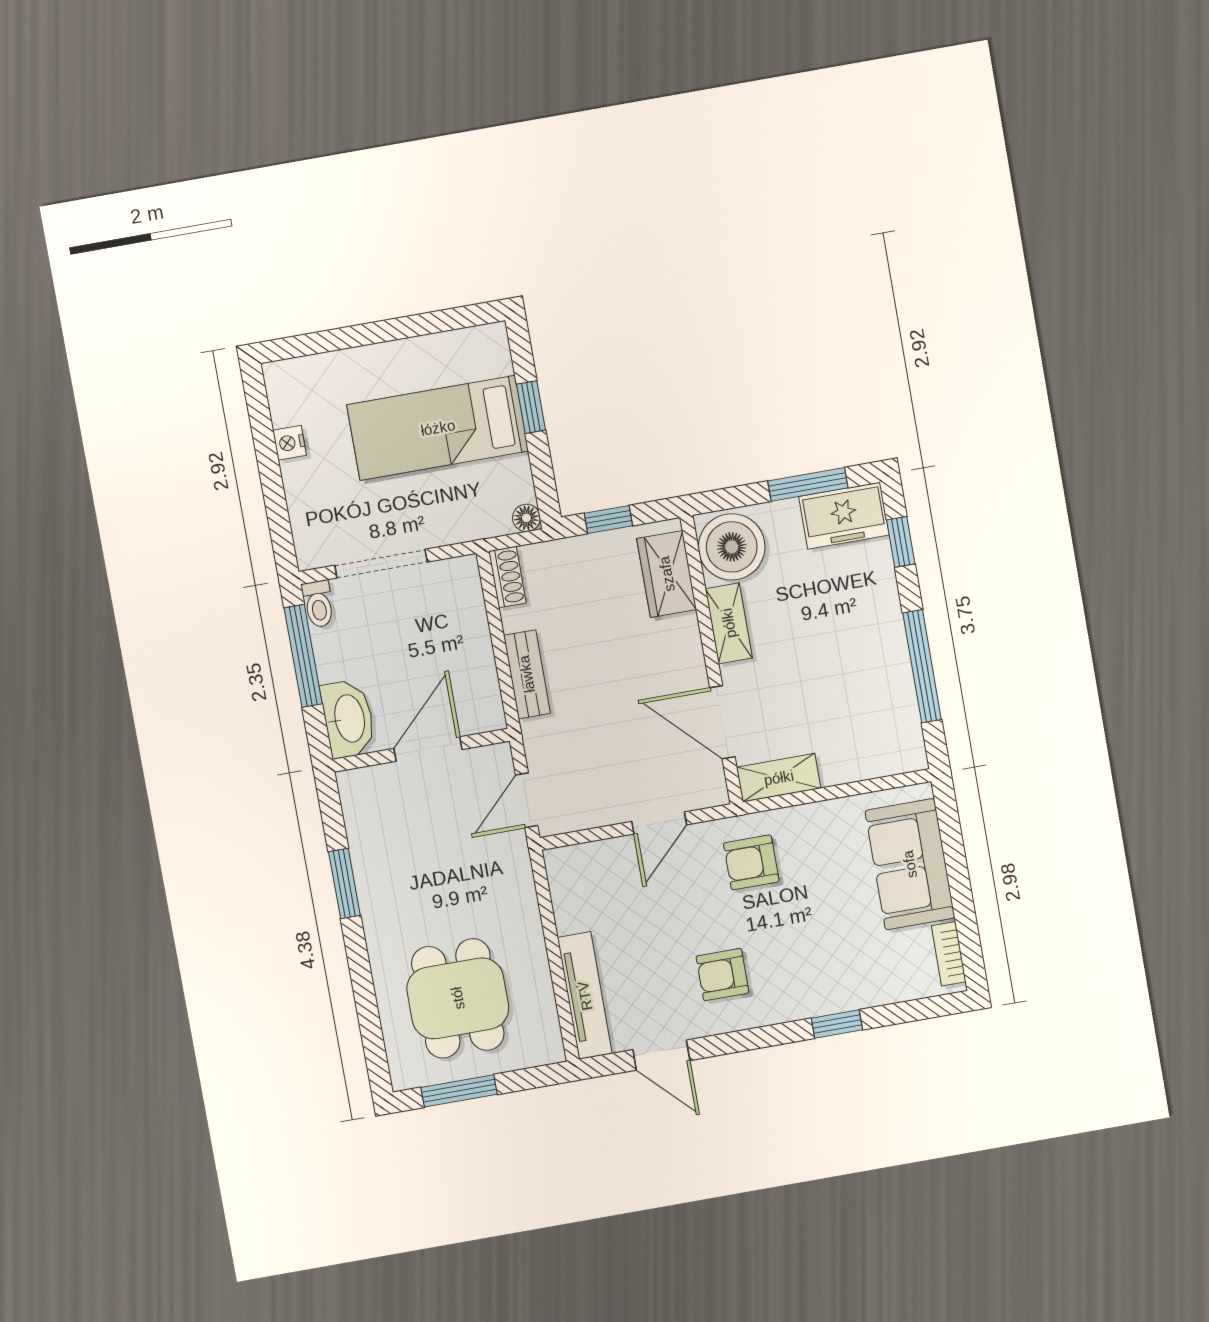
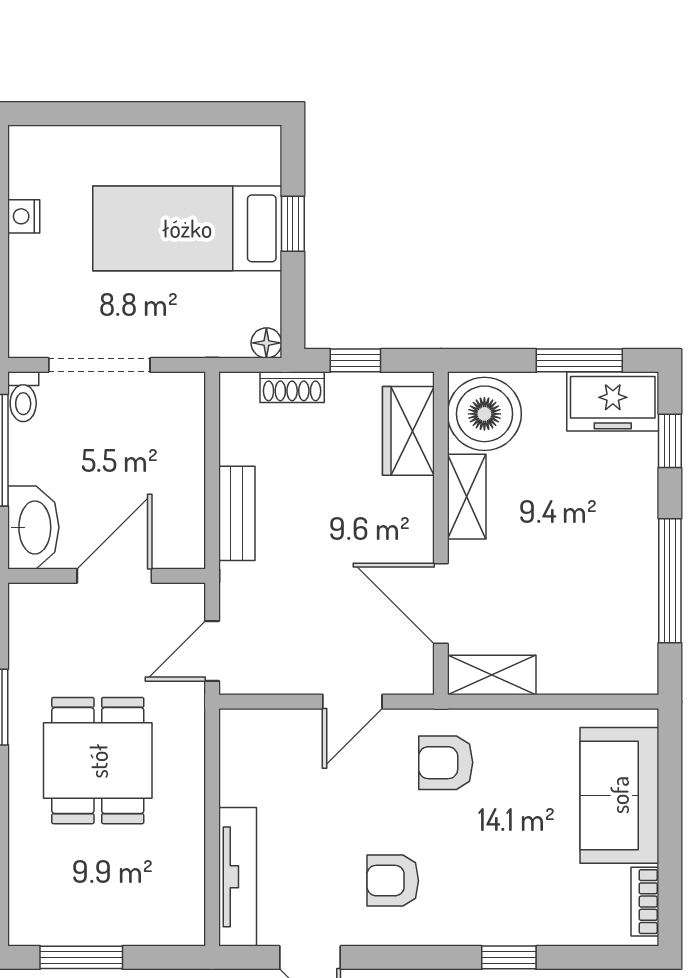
shoe rack: (507, 577) -> (292, 387), moved, turned 90
dining table: (458, 998) -> (98, 761), moved

